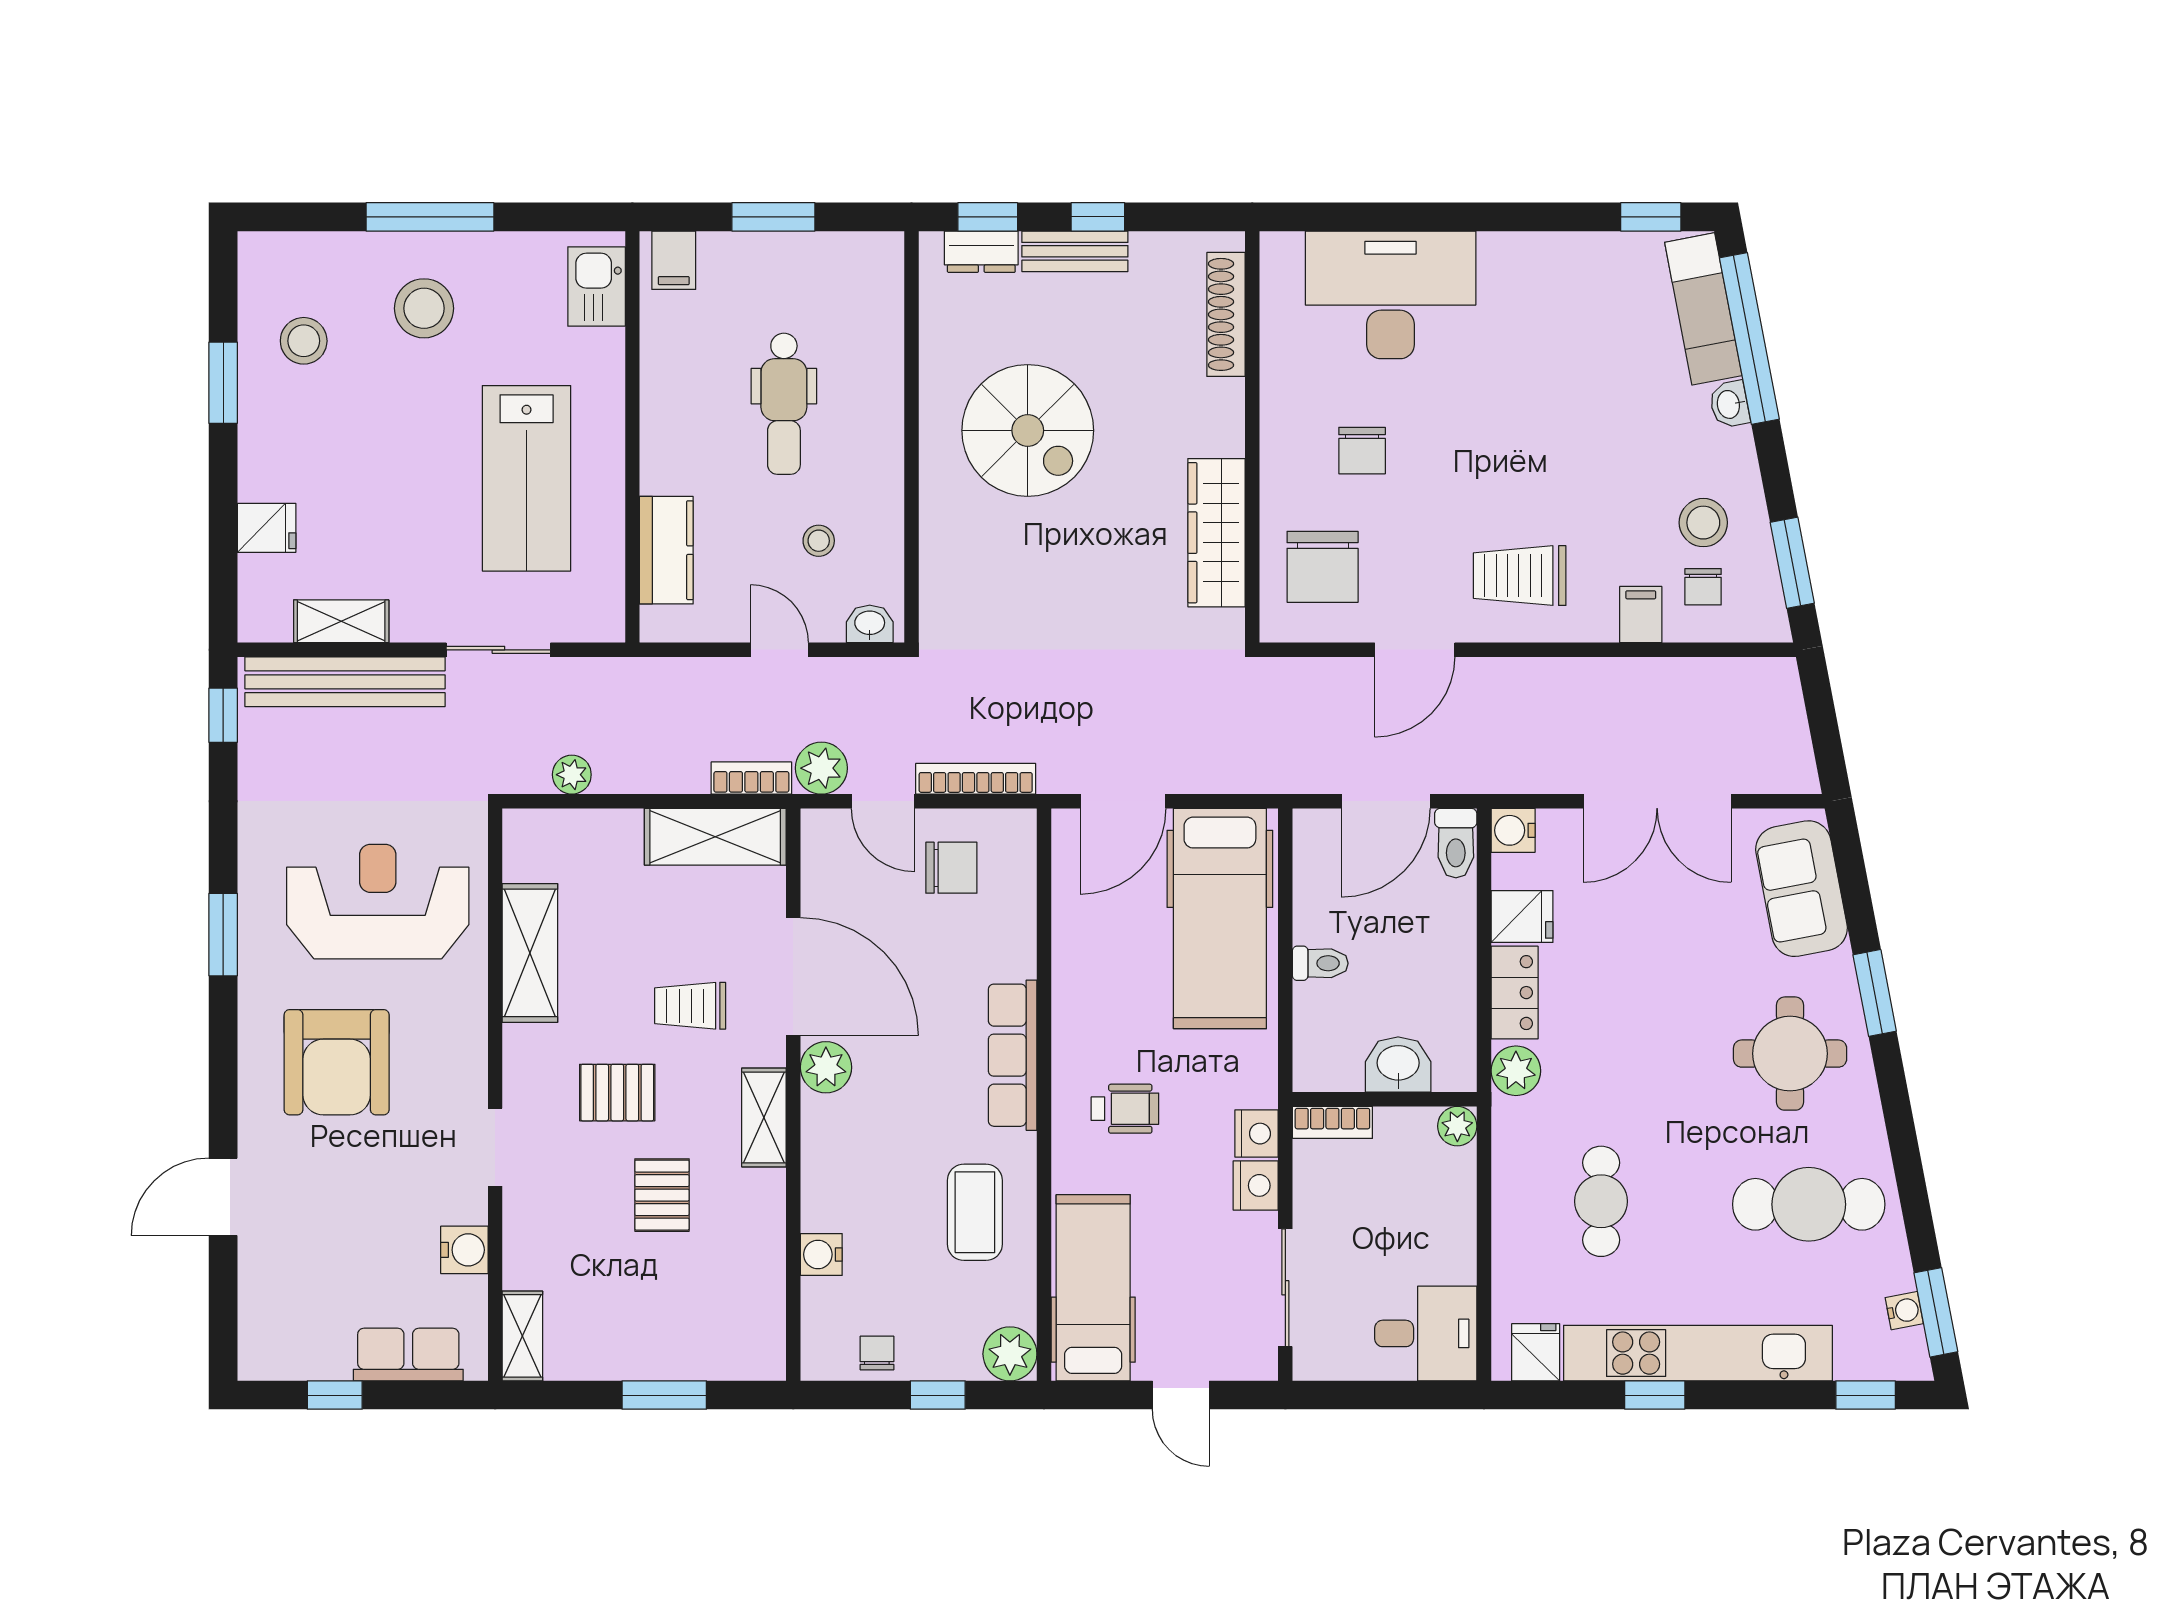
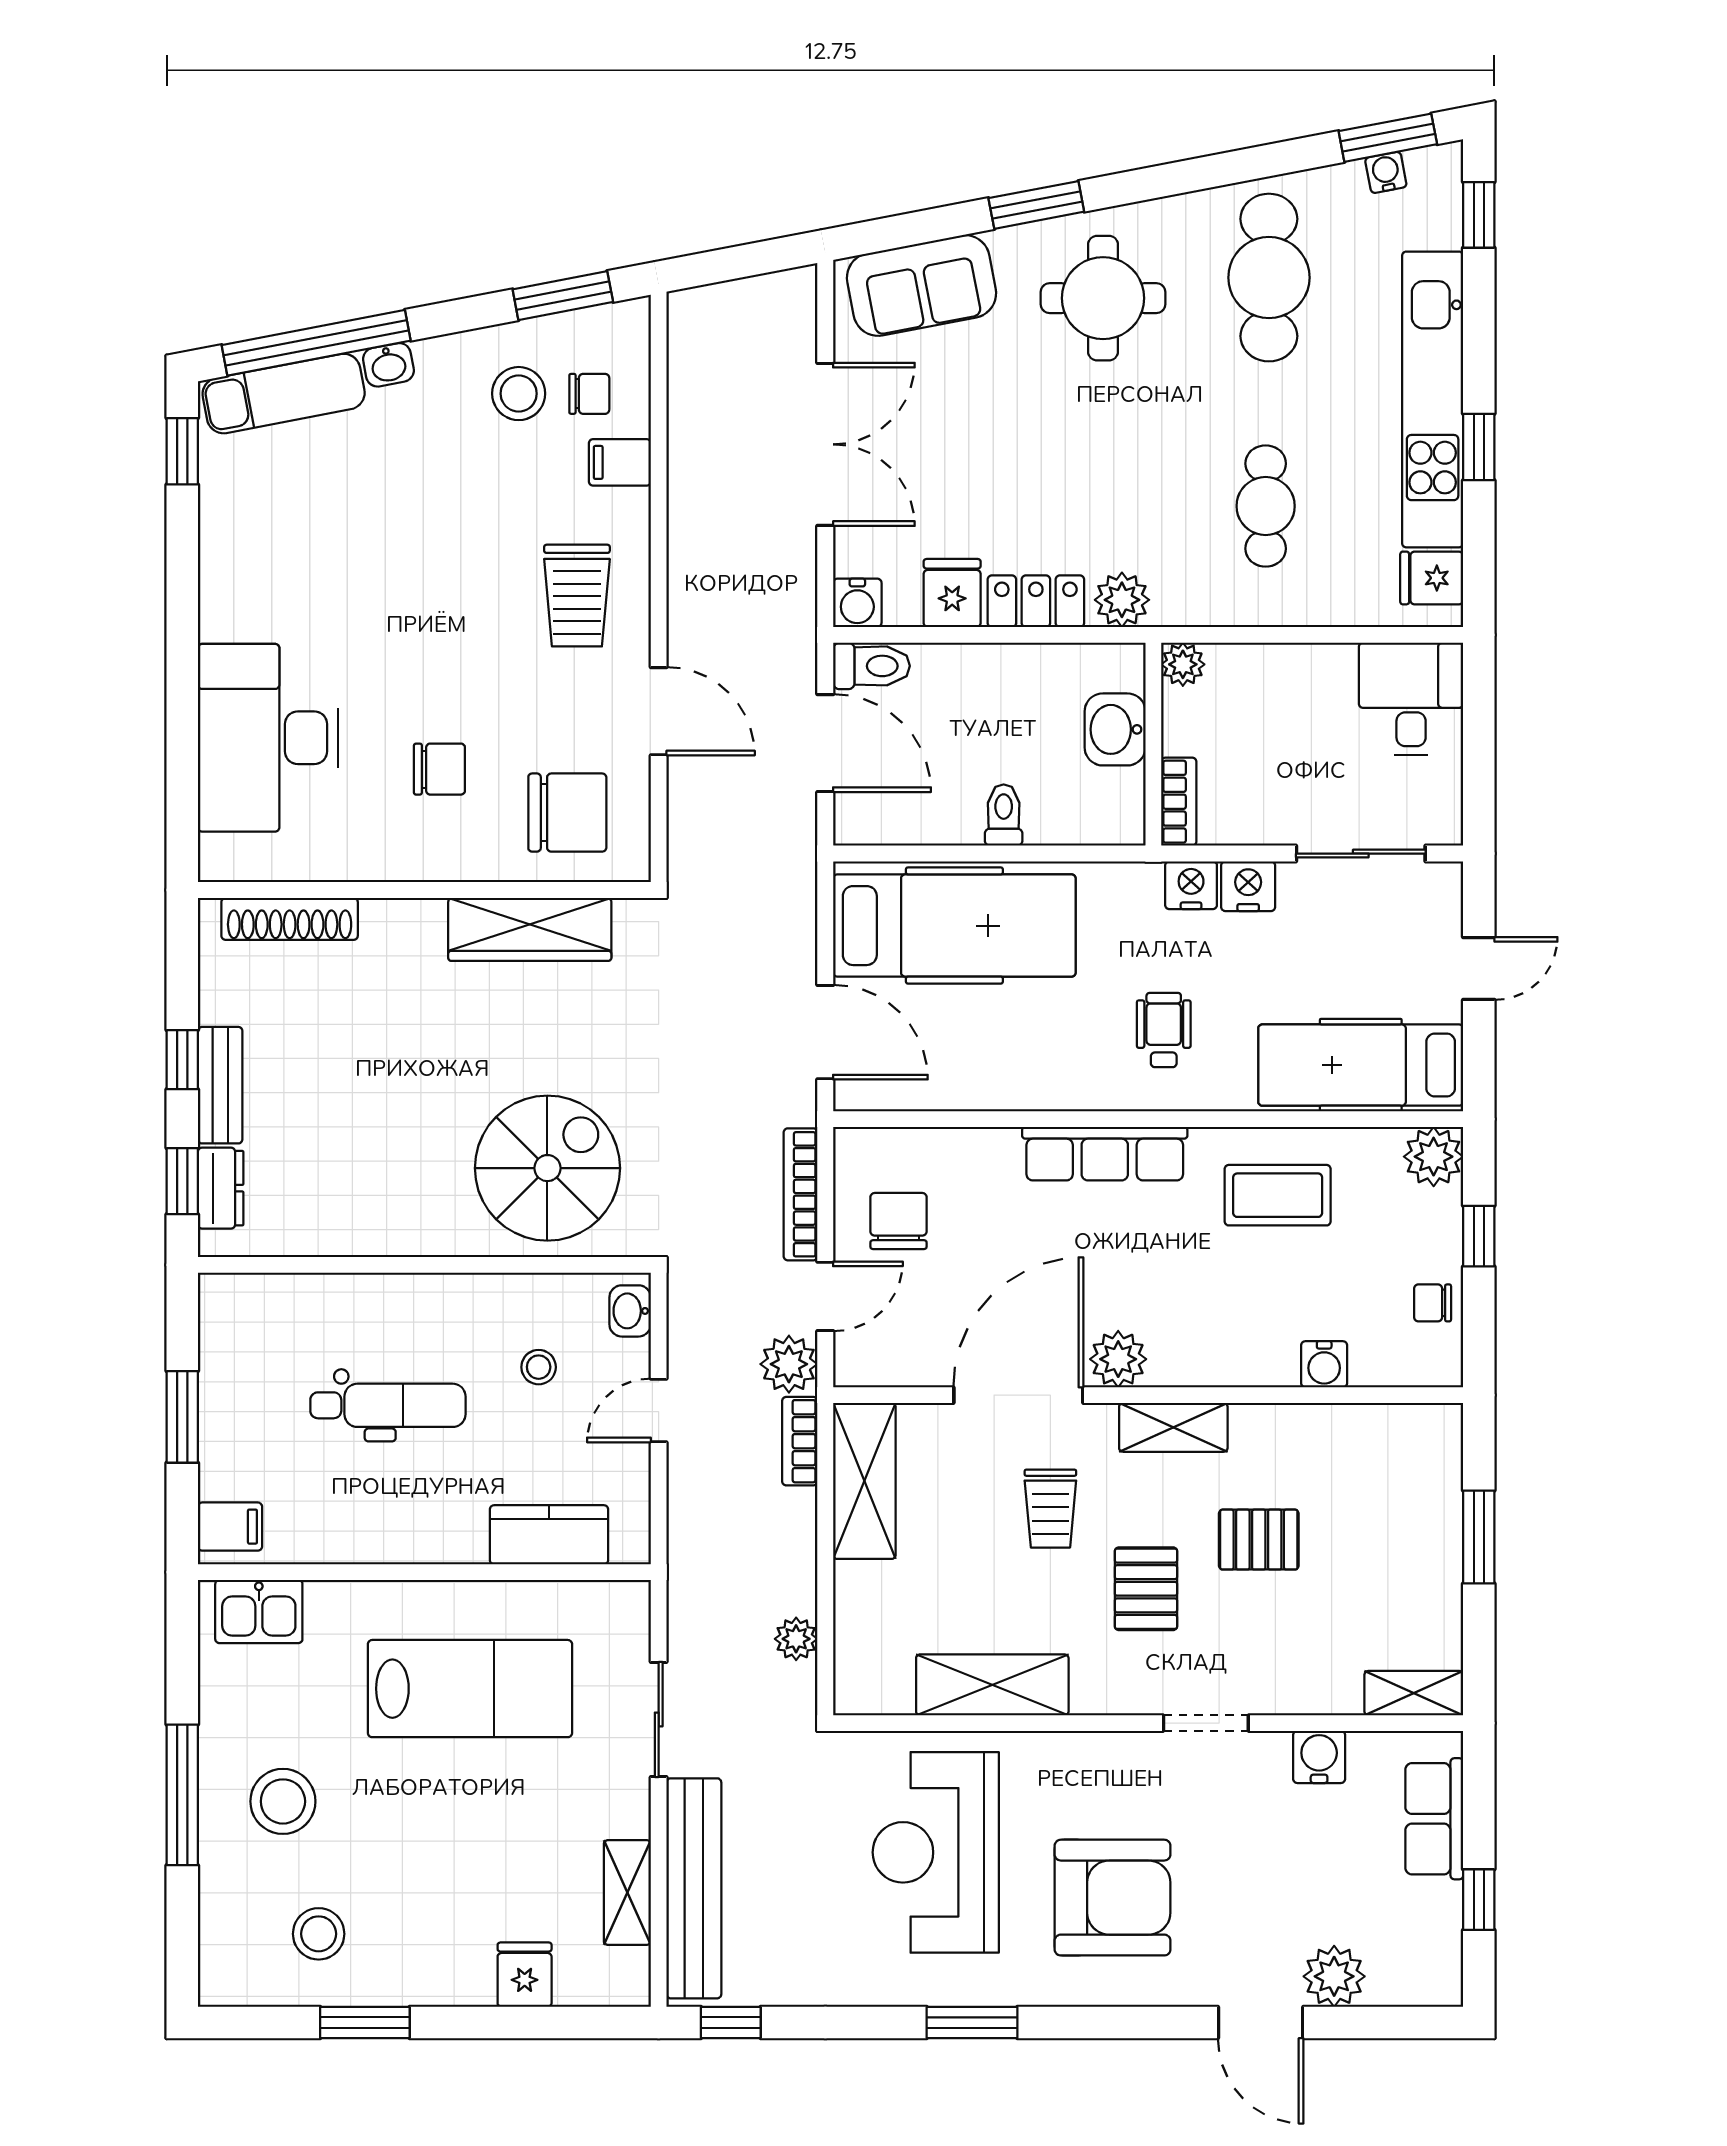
spiral stairs: (1028, 430) -> (547, 1168), moved
cafe table: (1601, 1201) -> (1266, 506), turned 90
plant: (265, 1264) -> (1334, 1976), added

